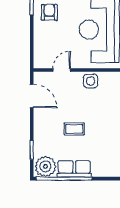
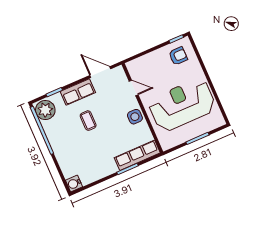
door: (32, 96) -> (100, 72), swing flipped
row of seats: (74, 169) -> (78, 92), moved, turned 90

